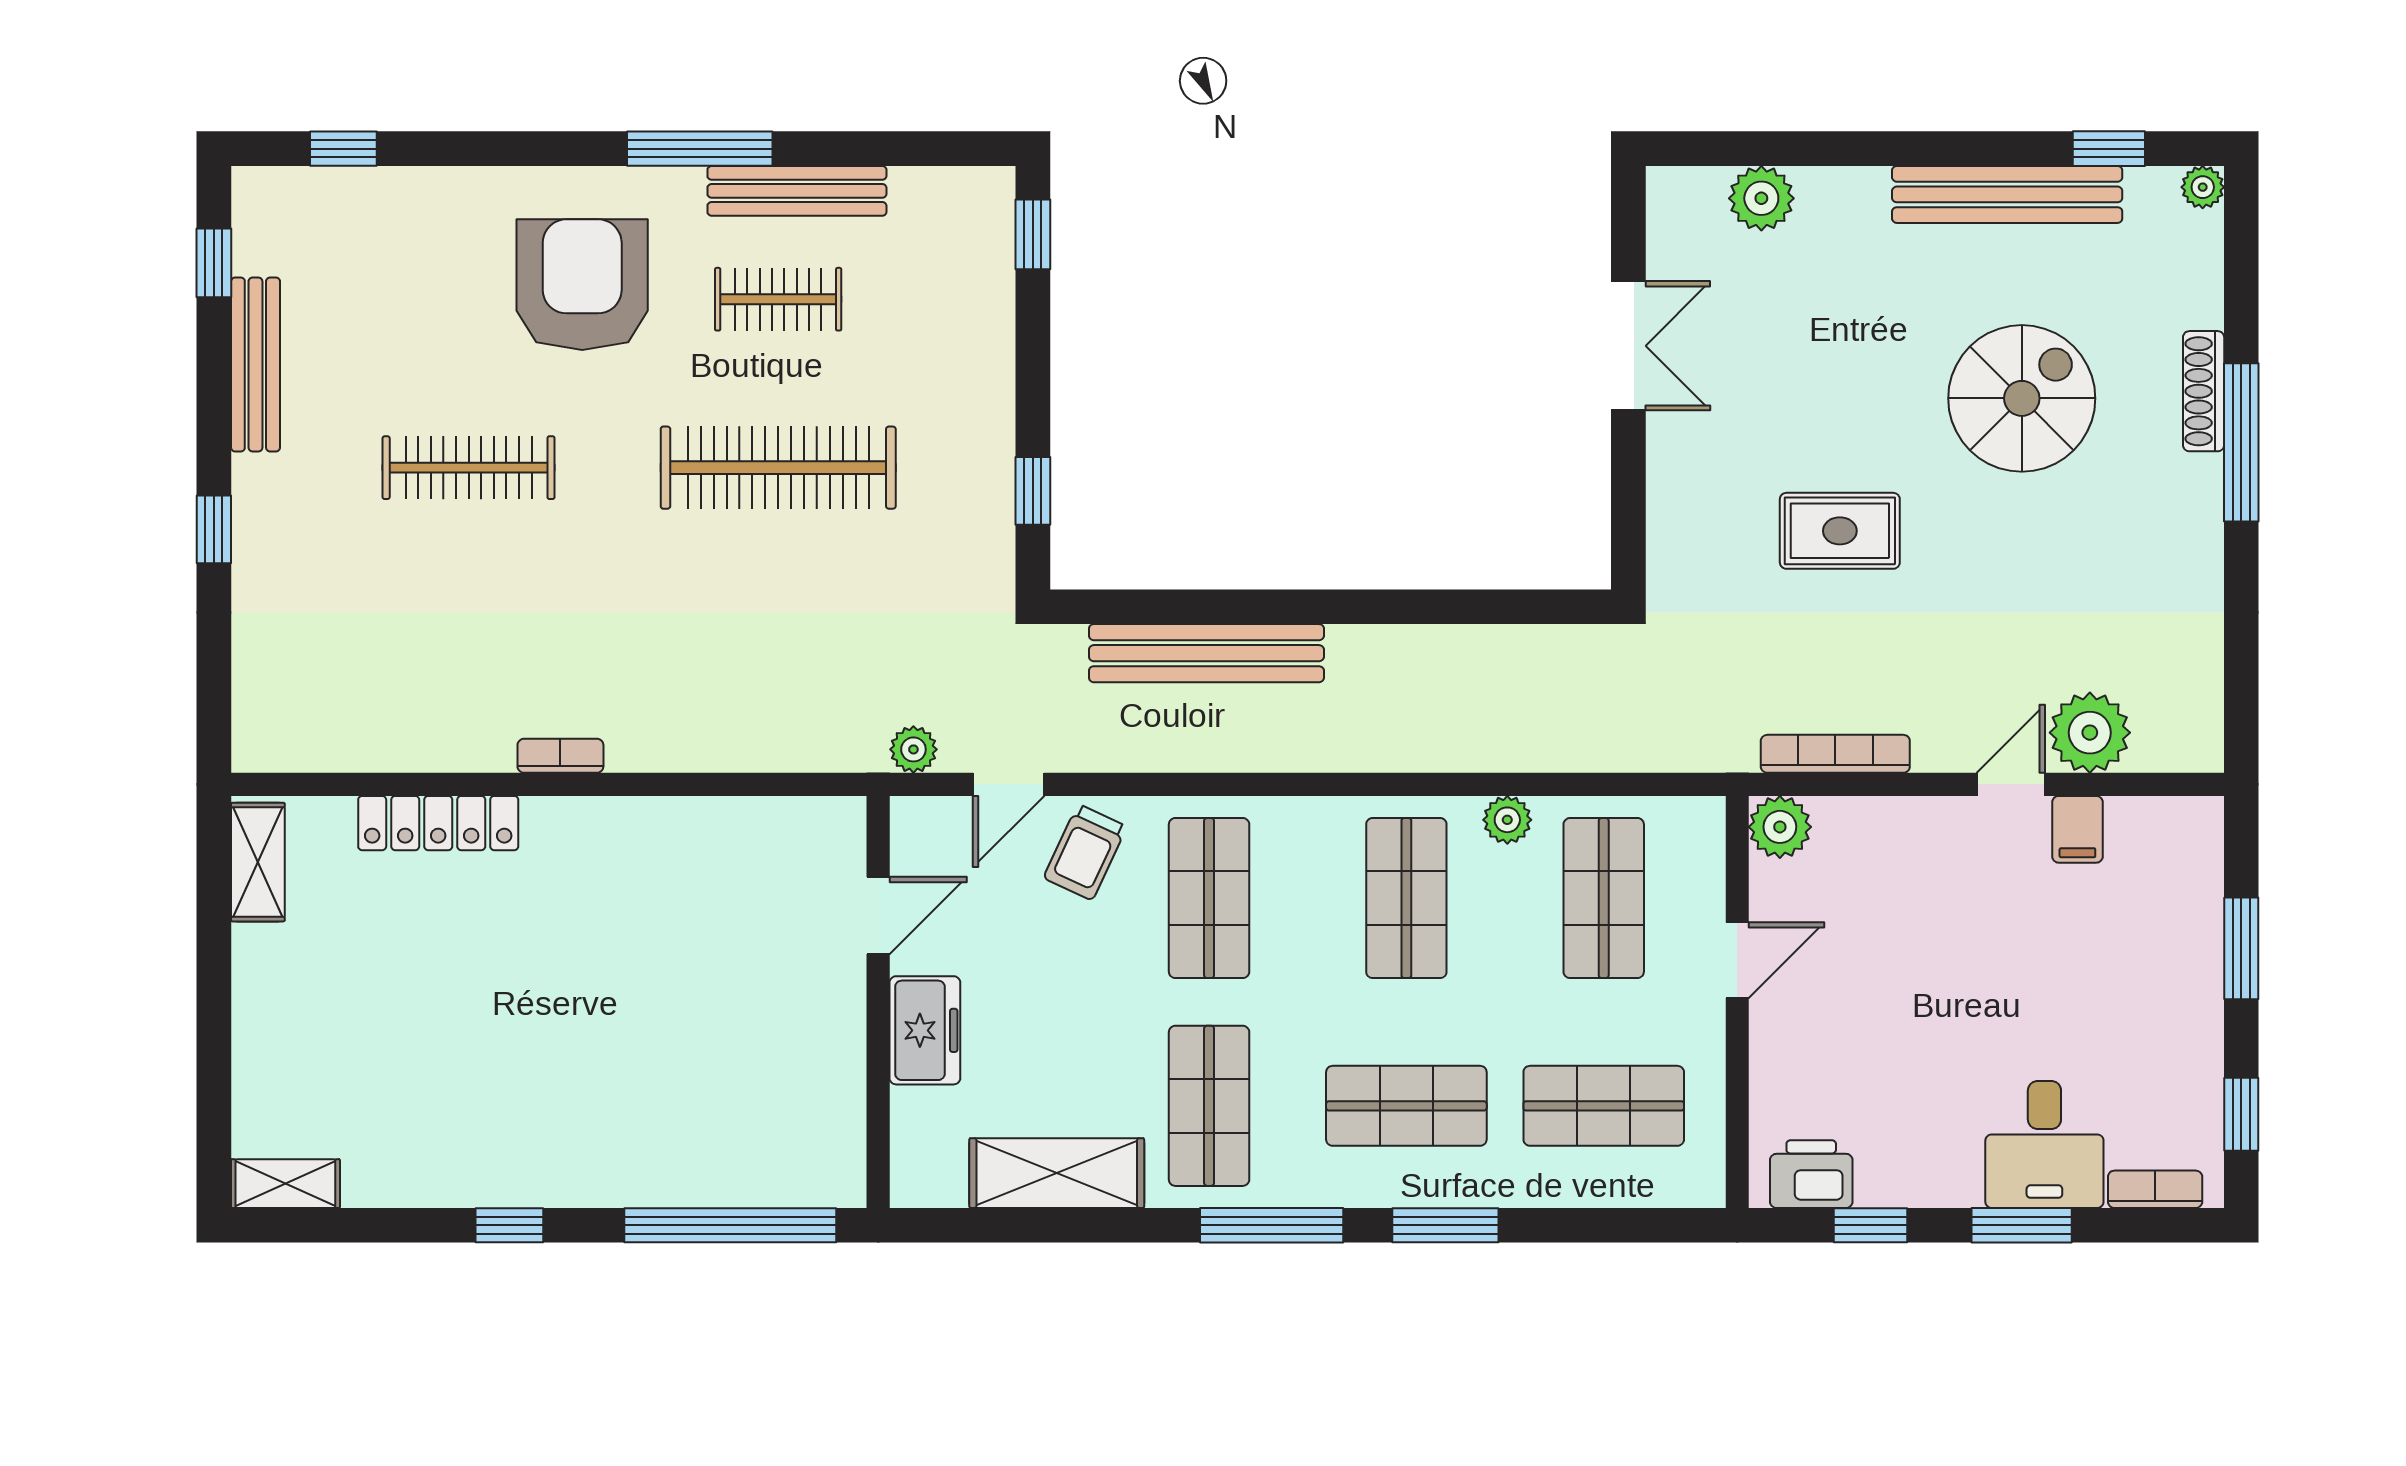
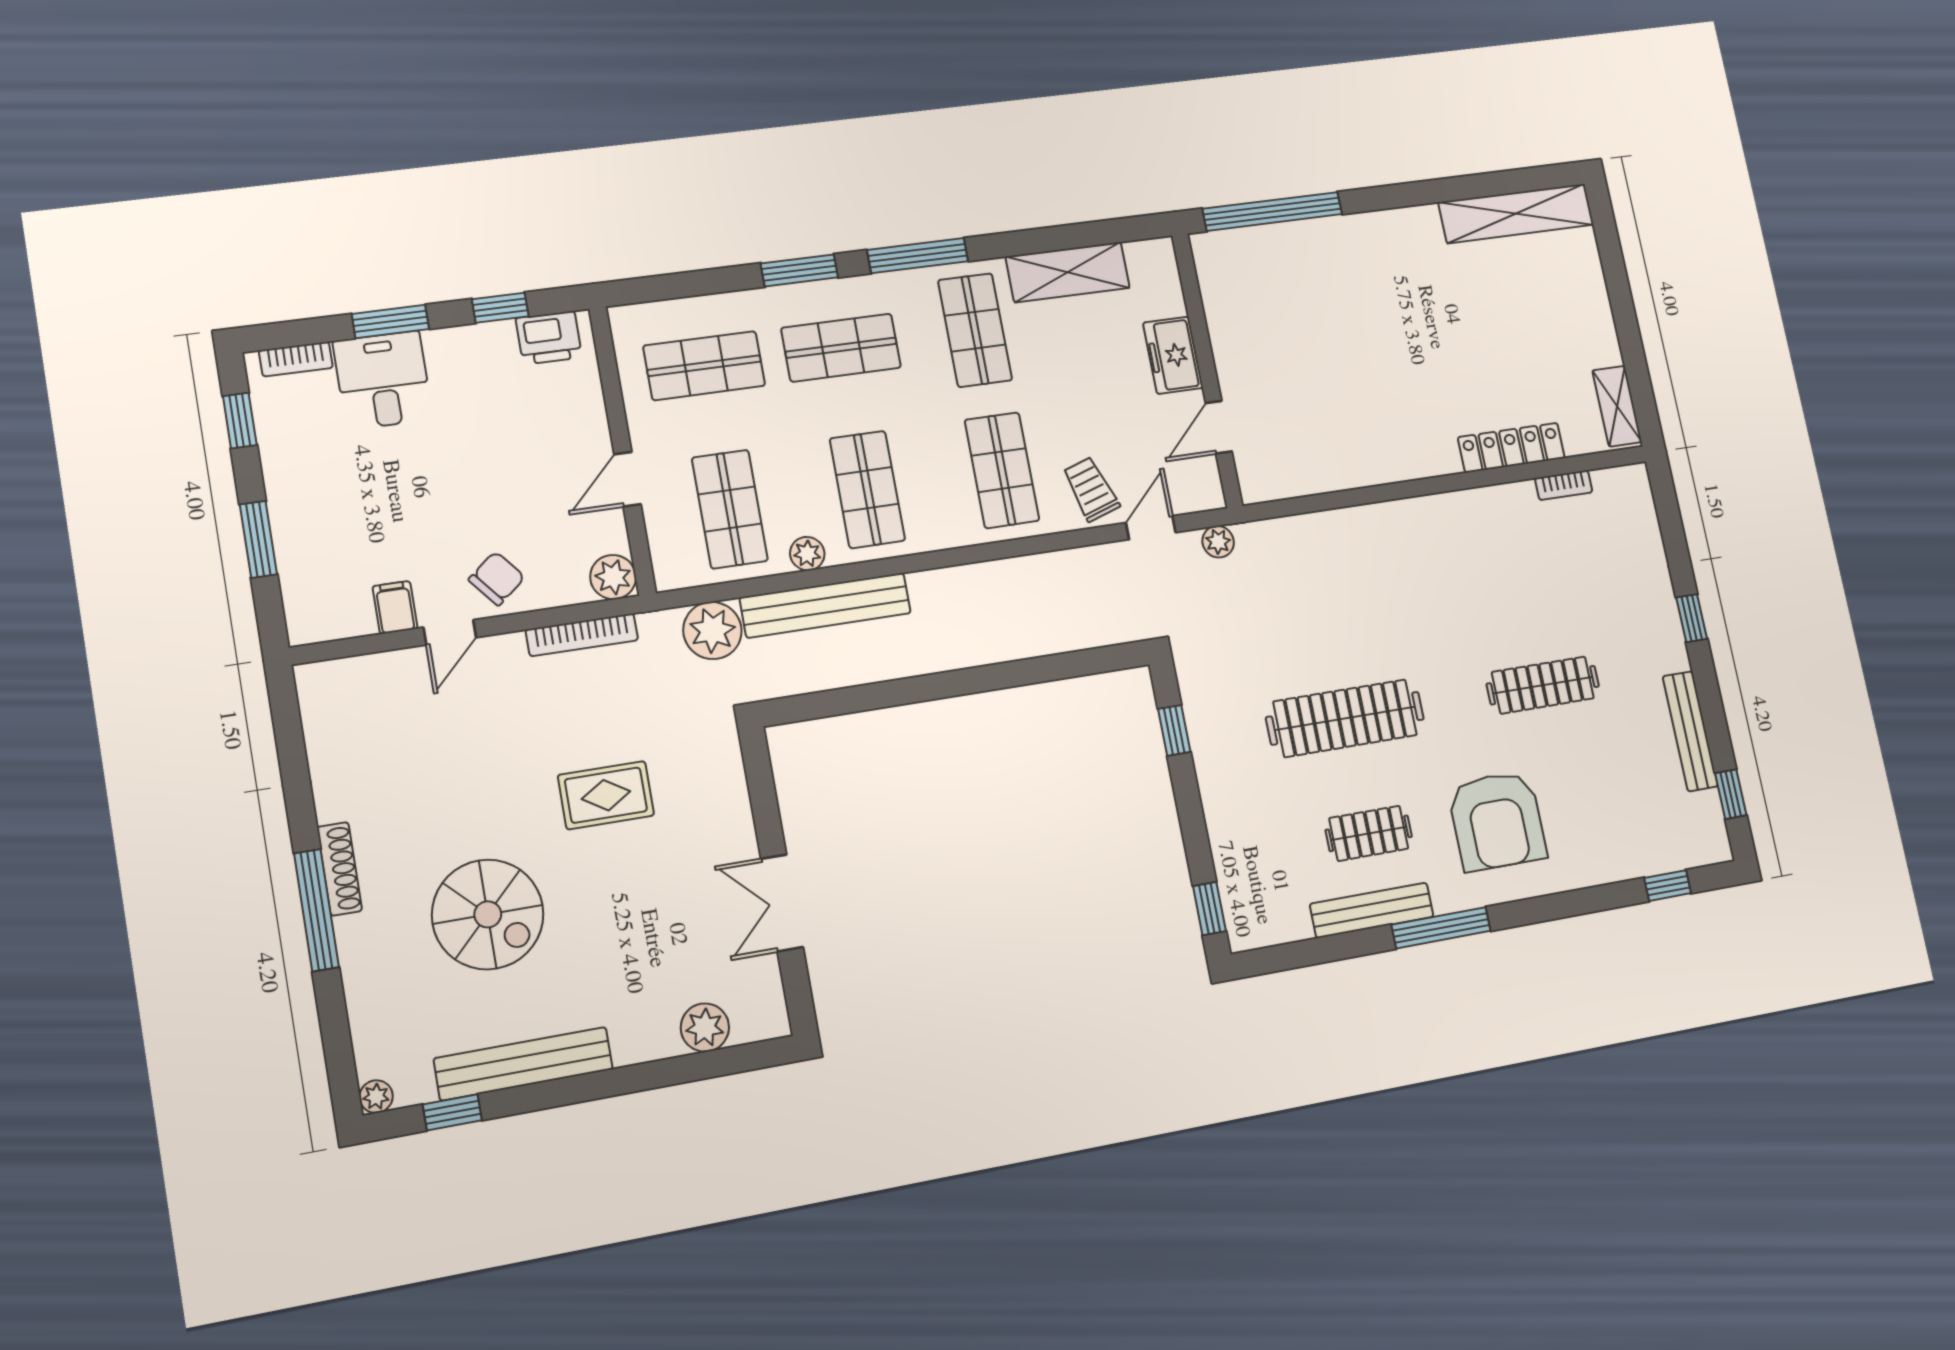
shoe rack: (2204, 391) -> (339, 869), moved
spiral stairs: (2022, 398) -> (488, 914), turned -90
bench: (1206, 653) -> (825, 605), moved
plant: (2090, 733) -> (712, 630), moved
bookcase: (560, 756) -> (1564, 485), moved
chair: (1937, 849) -> (497, 578), added
trolley: (1085, 852) -> (1091, 489), turned -43
shelving: (285, 1184) -> (1516, 213), width x2.20, depth x1.33
window: (509, 1225) -> (1411, 194), removed

